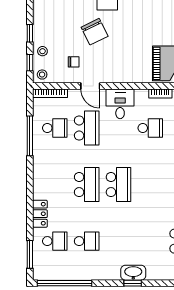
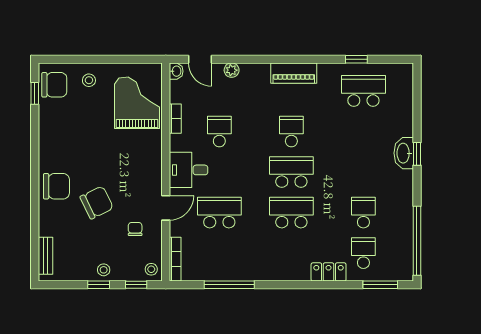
stool: (42, 51) -> (104, 270), moved
school desk: (55, 128) -> (291, 131), moved

